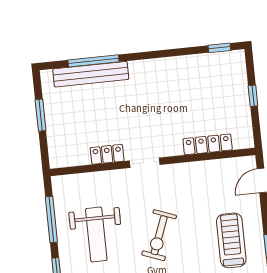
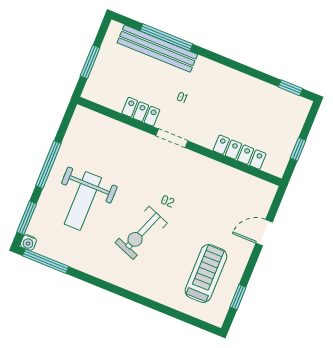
locker: (208, 144) -> (240, 152), moved
locker: (107, 154) -> (141, 112), moved
wall: (153, 162) -> (179, 141), moved
doorway: (145, 163) -> (172, 138), moved

